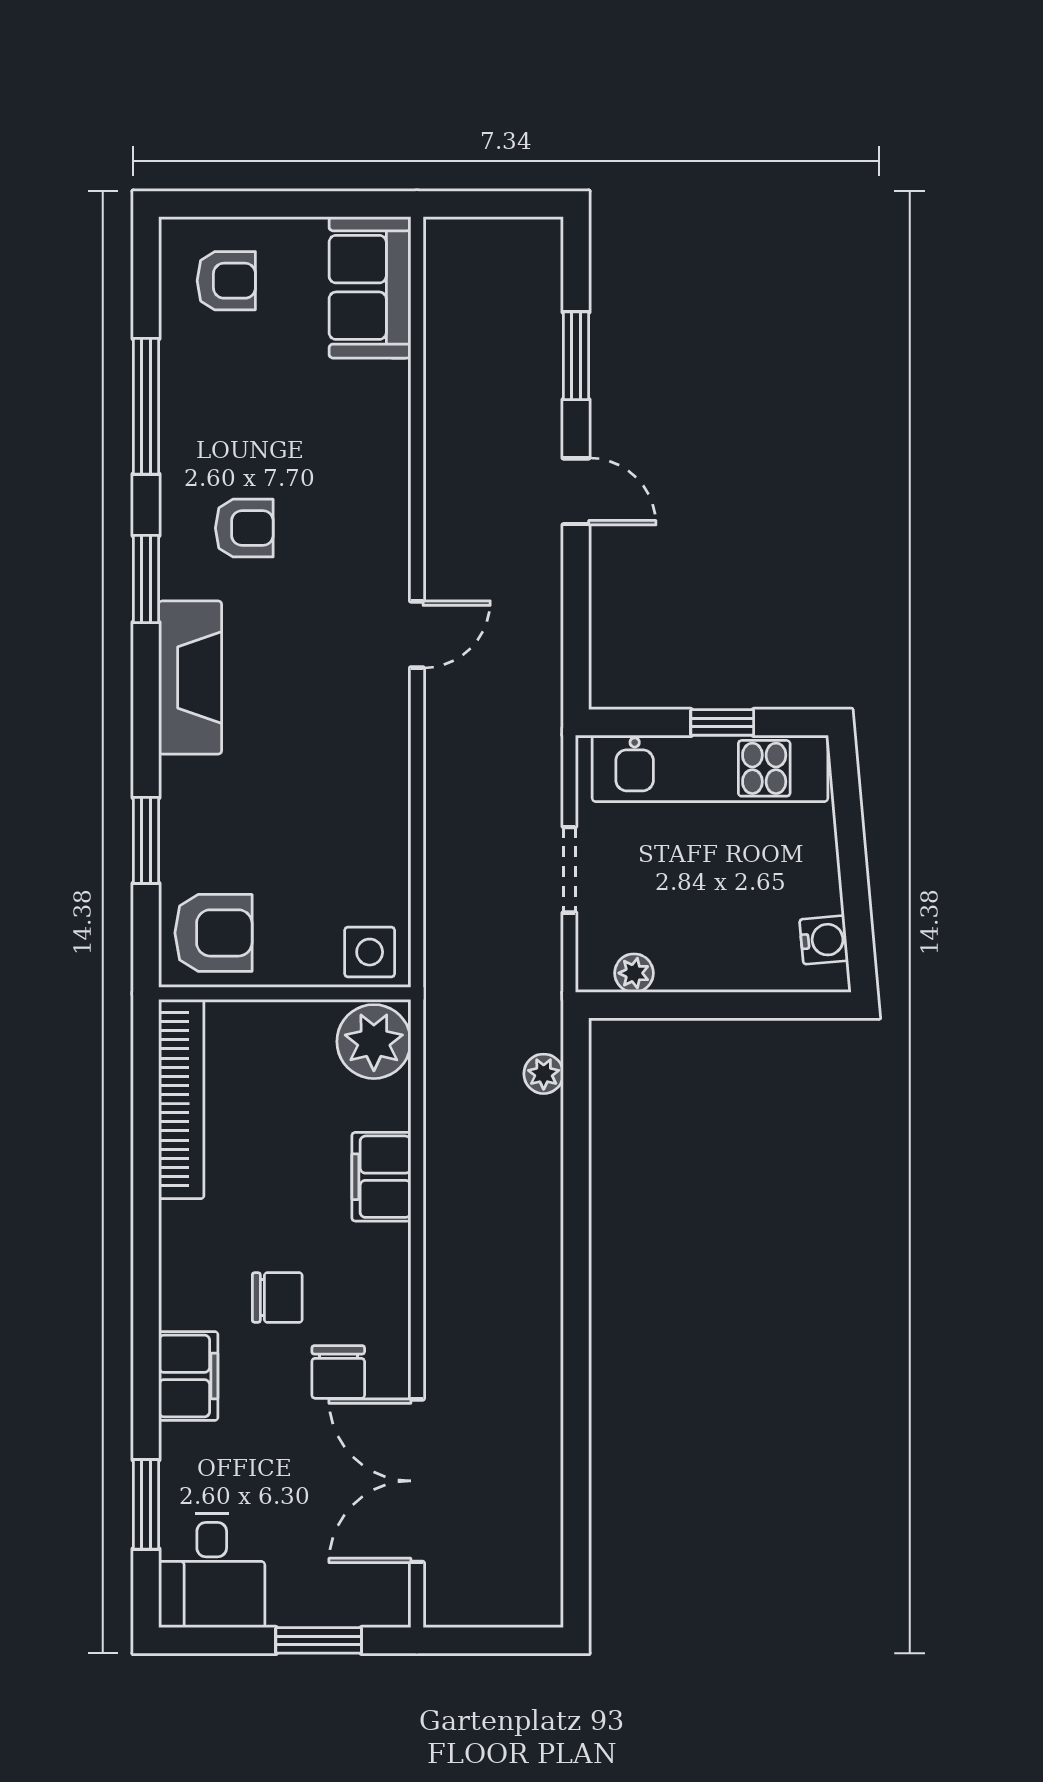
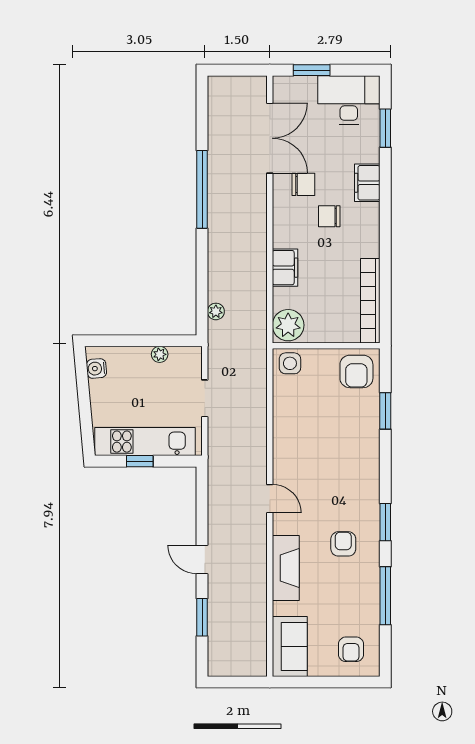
armchair: (226, 281) -> (351, 649), turned -90
armchair: (244, 528) -> (343, 544), turned 90
door: (417, 634) -> (270, 499), swing flipped
fireplace: (190, 678) -> (286, 568), moved, turned 180
armchair: (213, 933) -> (356, 371), turned -90
plant: (634, 973) -> (160, 354), moved
window: (576, 1360) -> (202, 189), added
chair: (338, 1372) -> (303, 184), turned 90
desk: (212, 1571) -> (349, 100), width x1.37

